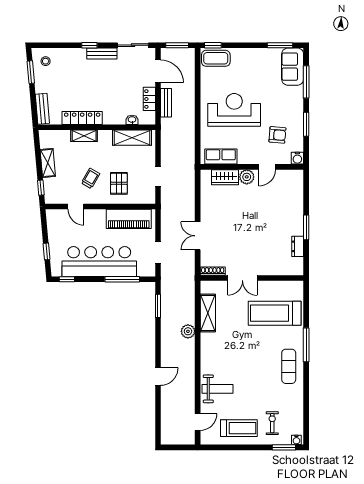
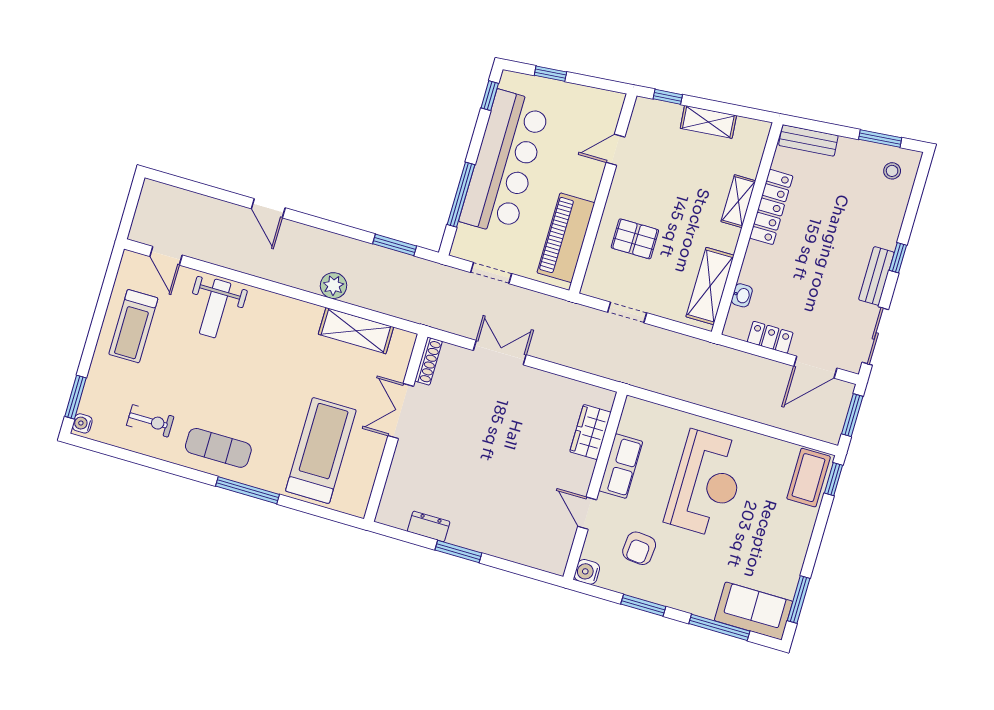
bench: (166, 103) -> (755, 365), removed
row of seats: (221, 157) -> (621, 466), moved
plant: (247, 177) -> (580, 471), removed
trolley: (90, 178) -> (659, 190), removed
exercise bike: (272, 423) -> (150, 421), moved

